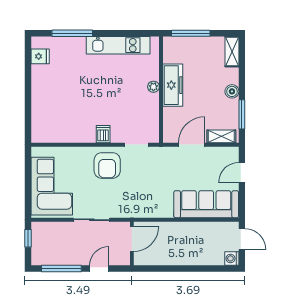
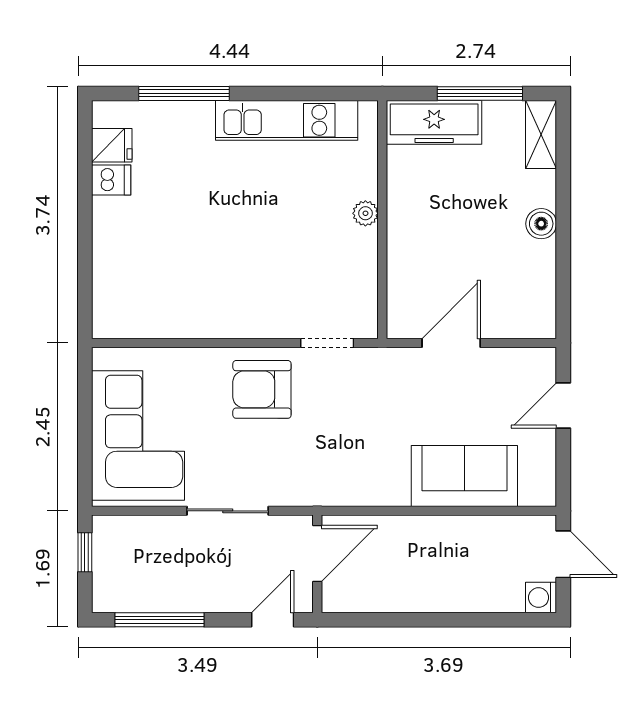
window: (191, 33) -> (480, 93), moved
freezer: (173, 85) -> (434, 122), moved, turned 90
window: (242, 114) -> (563, 275), removed
dishwasher: (103, 134) -> (111, 180), moved, turned 90
shelving: (221, 136) -> (517, 324), removed
armchair: (107, 165) -> (262, 389), turned 90
sofa: (206, 204) -> (464, 476), width x0.73
door: (99, 268) -> (273, 620), moved

